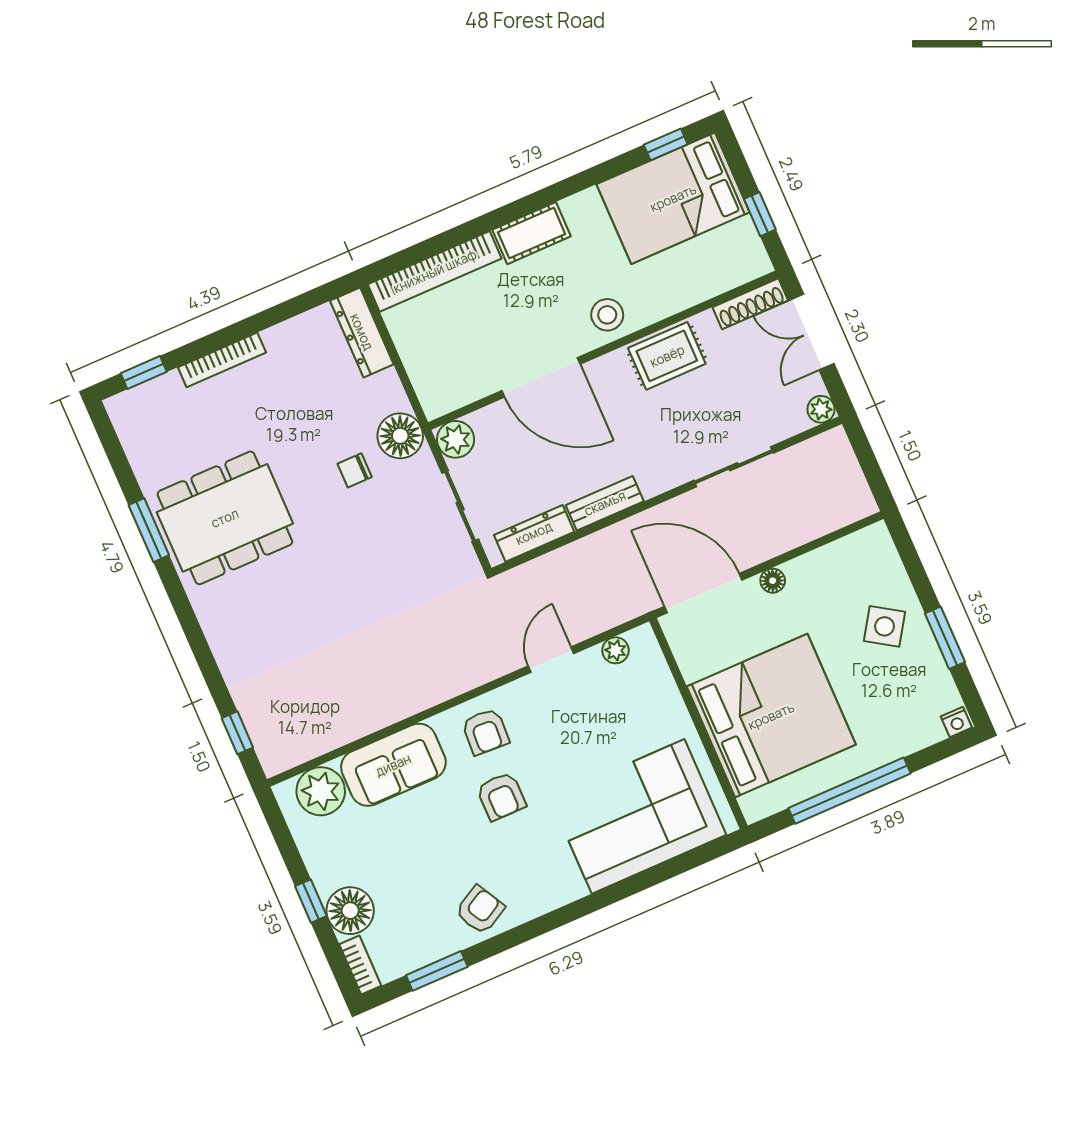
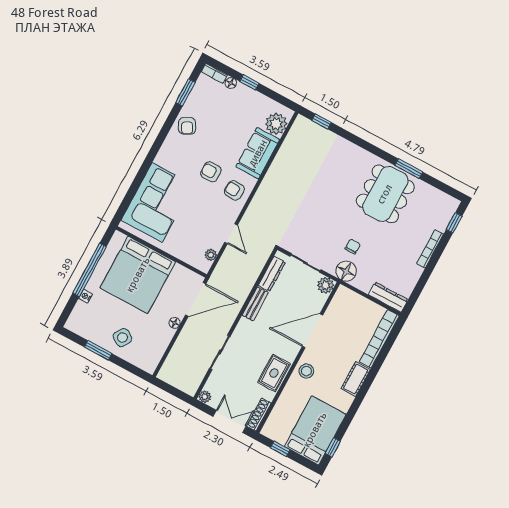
nightstand: (956, 722) -> (86, 296), moved
floor lamp: (350, 911) -> (231, 83), width x0.53, depth x0.53

